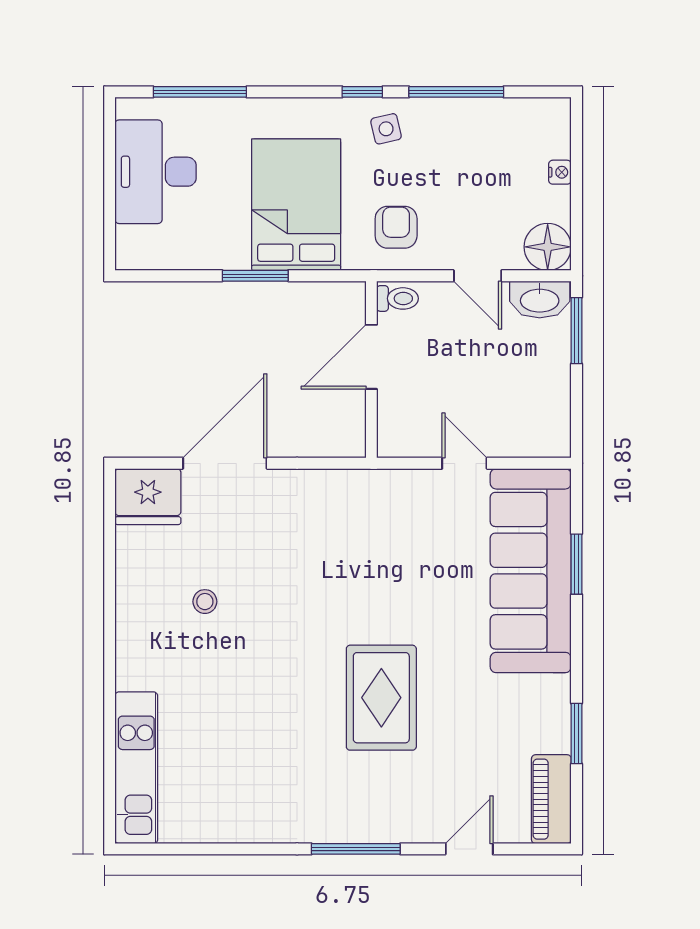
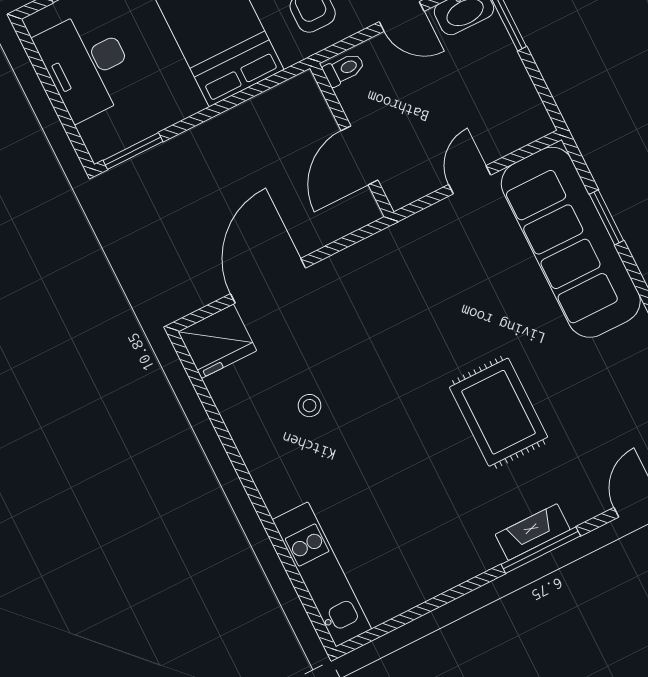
window: (255, 276) -> (133, 151), moved
door: (371, 357) -> (359, 155), moved
door: (464, 463) -> (470, 180), hinge flipped
fireplace: (357, 828) -> (533, 532), added

